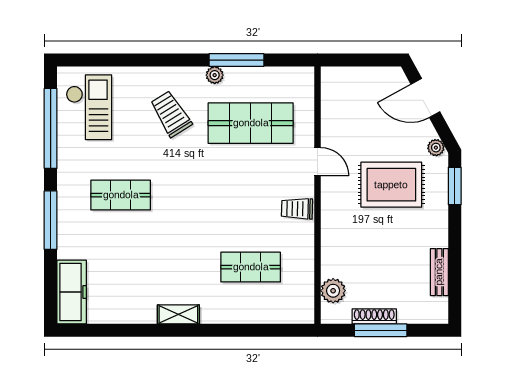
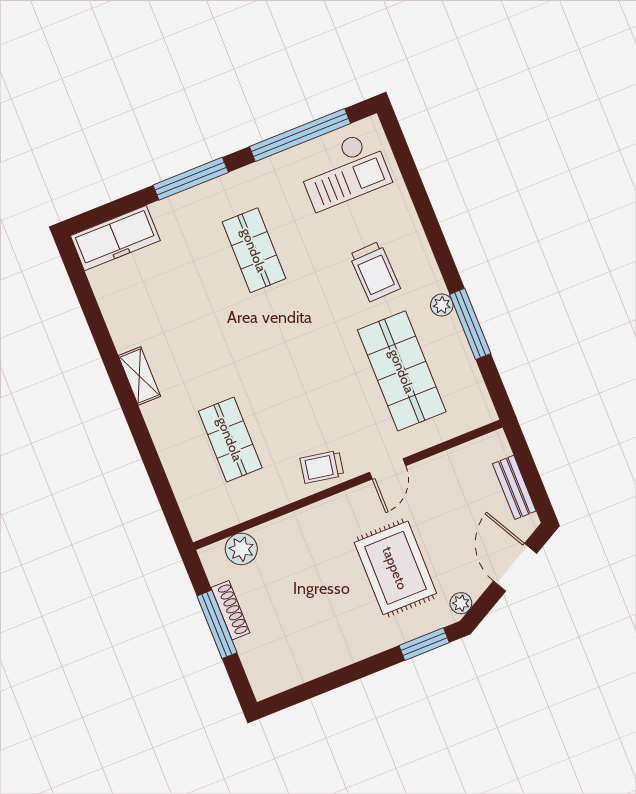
trolley: (171, 114) -> (375, 271), turned 120
trolley: (297, 209) -> (322, 467), turned -81
bench: (439, 272) -> (514, 487), moved, turned 90

